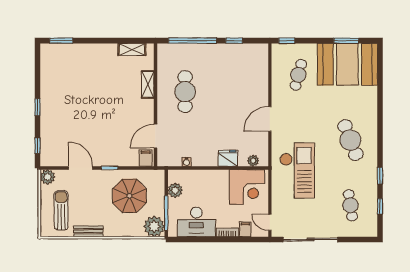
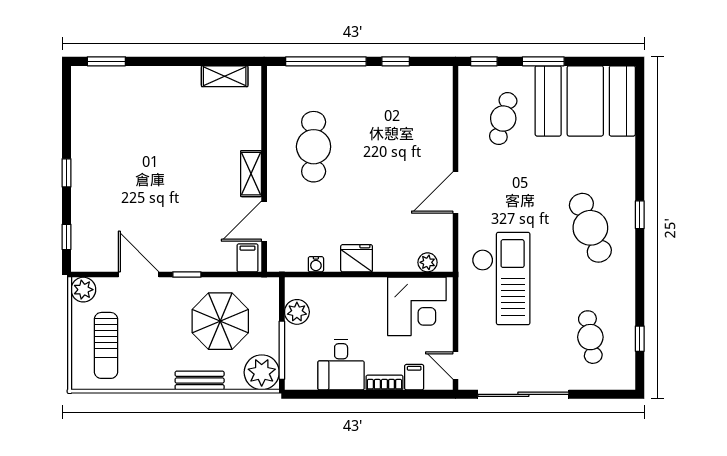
window: (346, 41) -> (543, 61), moved
shelving: (148, 85) -> (251, 174), moved
fridge: (228, 158) -> (357, 258), moved
window: (380, 176) -> (640, 215), moved
sun lounger: (61, 210) -> (106, 345), turned 180
desk: (196, 222) -> (341, 365), width x0.73
bench: (88, 231) -> (200, 380), moved

